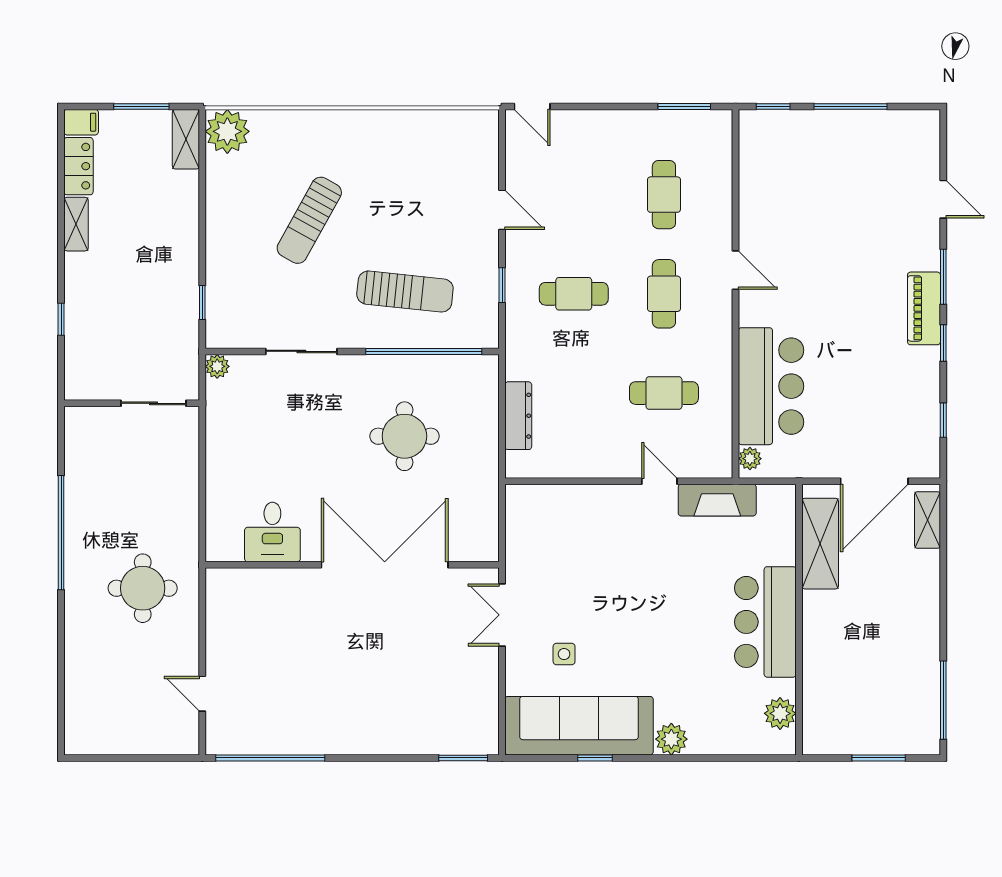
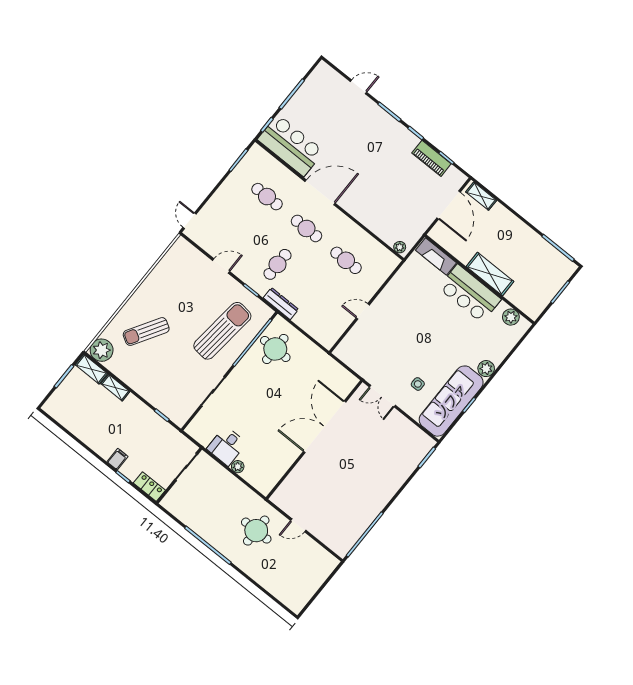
door: (532, 106) -> (190, 221), swing flipped
filing cabinet: (81, 122) -> (117, 459), moved
locker: (78, 166) -> (149, 487), moved
sun lounger: (309, 220) -> (146, 331), moved, turned 92
shelving: (76, 224) -> (115, 388), moved
door: (736, 270) -> (320, 192), width x1.87
sun lounger: (405, 292) -> (222, 331), width x1.36, depth x1.34
piano: (924, 308) -> (431, 158), moved
plant: (217, 366) -> (238, 467), moved
bar counter: (771, 386) -> (291, 145), moved
cafe table: (664, 393) -> (346, 260), turned 90
dresser: (518, 416) -> (281, 304), moved
round table: (404, 436) -> (275, 349), moved
door: (659, 481) -> (363, 311), moved
fireplace: (717, 500) -> (436, 257), moved, turned 90
desk: (272, 532) -> (227, 446), moved, turned 90
shelving: (820, 544) -> (490, 274), moved
door: (202, 694) -> (298, 525), moved

